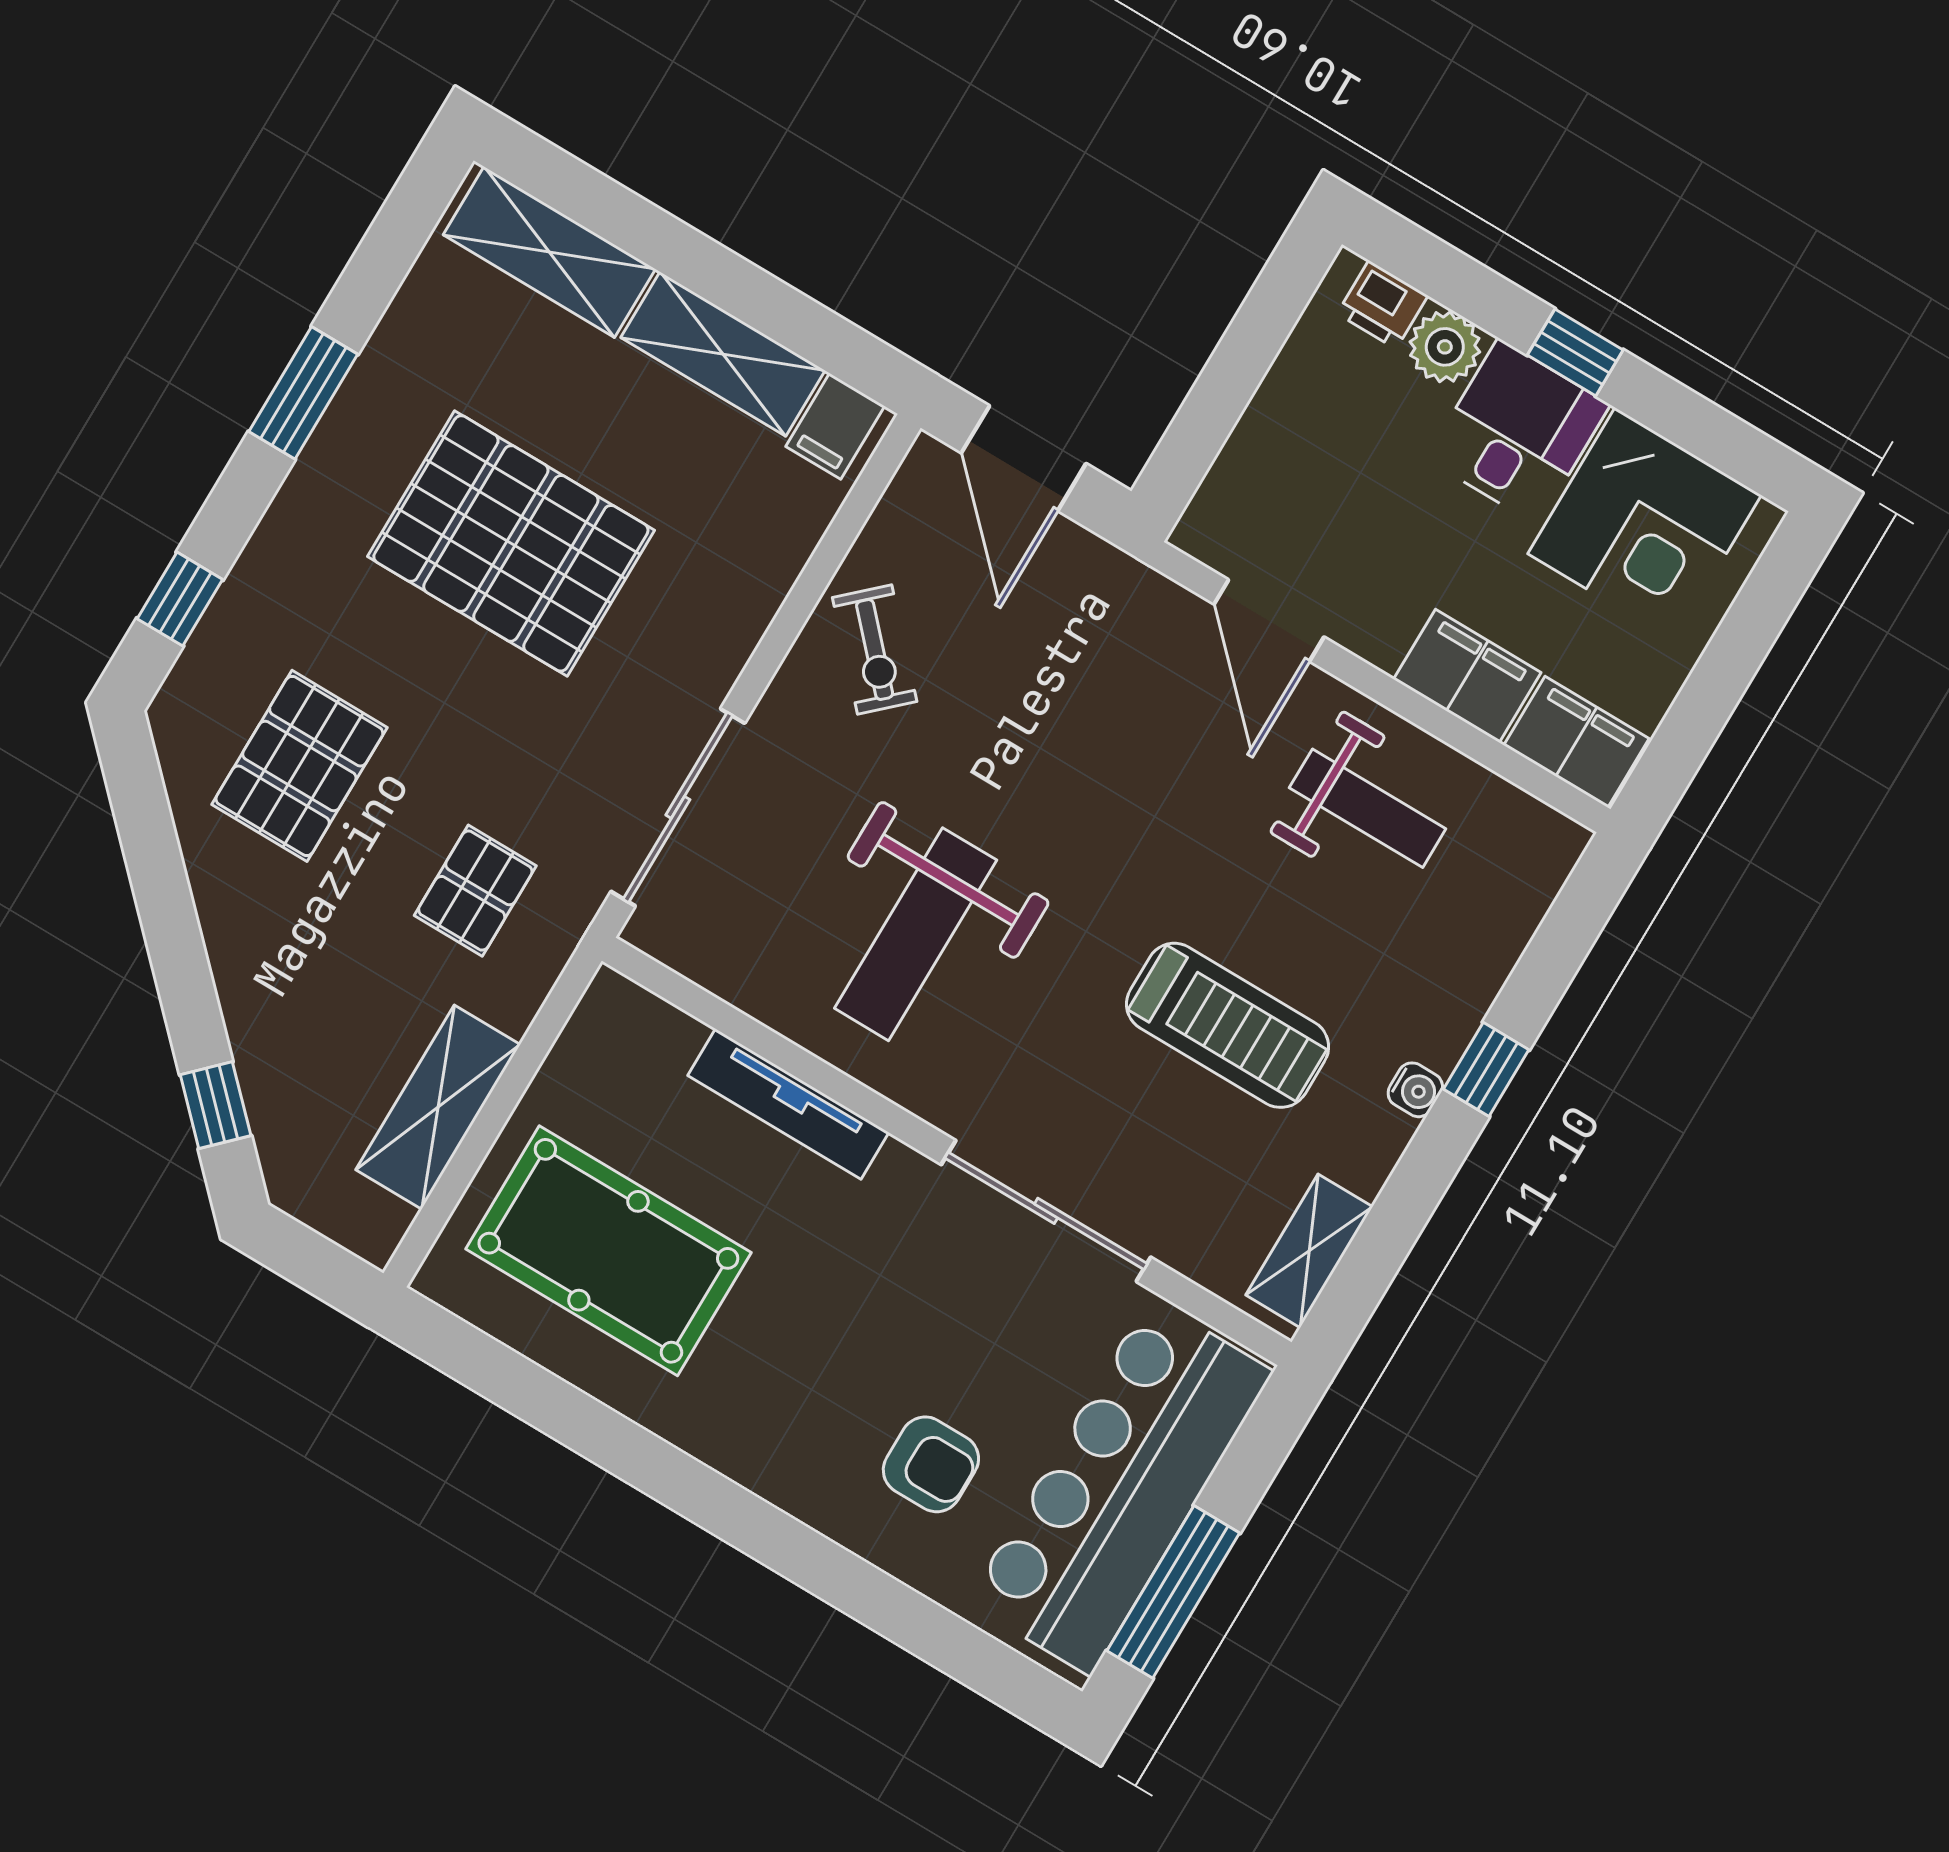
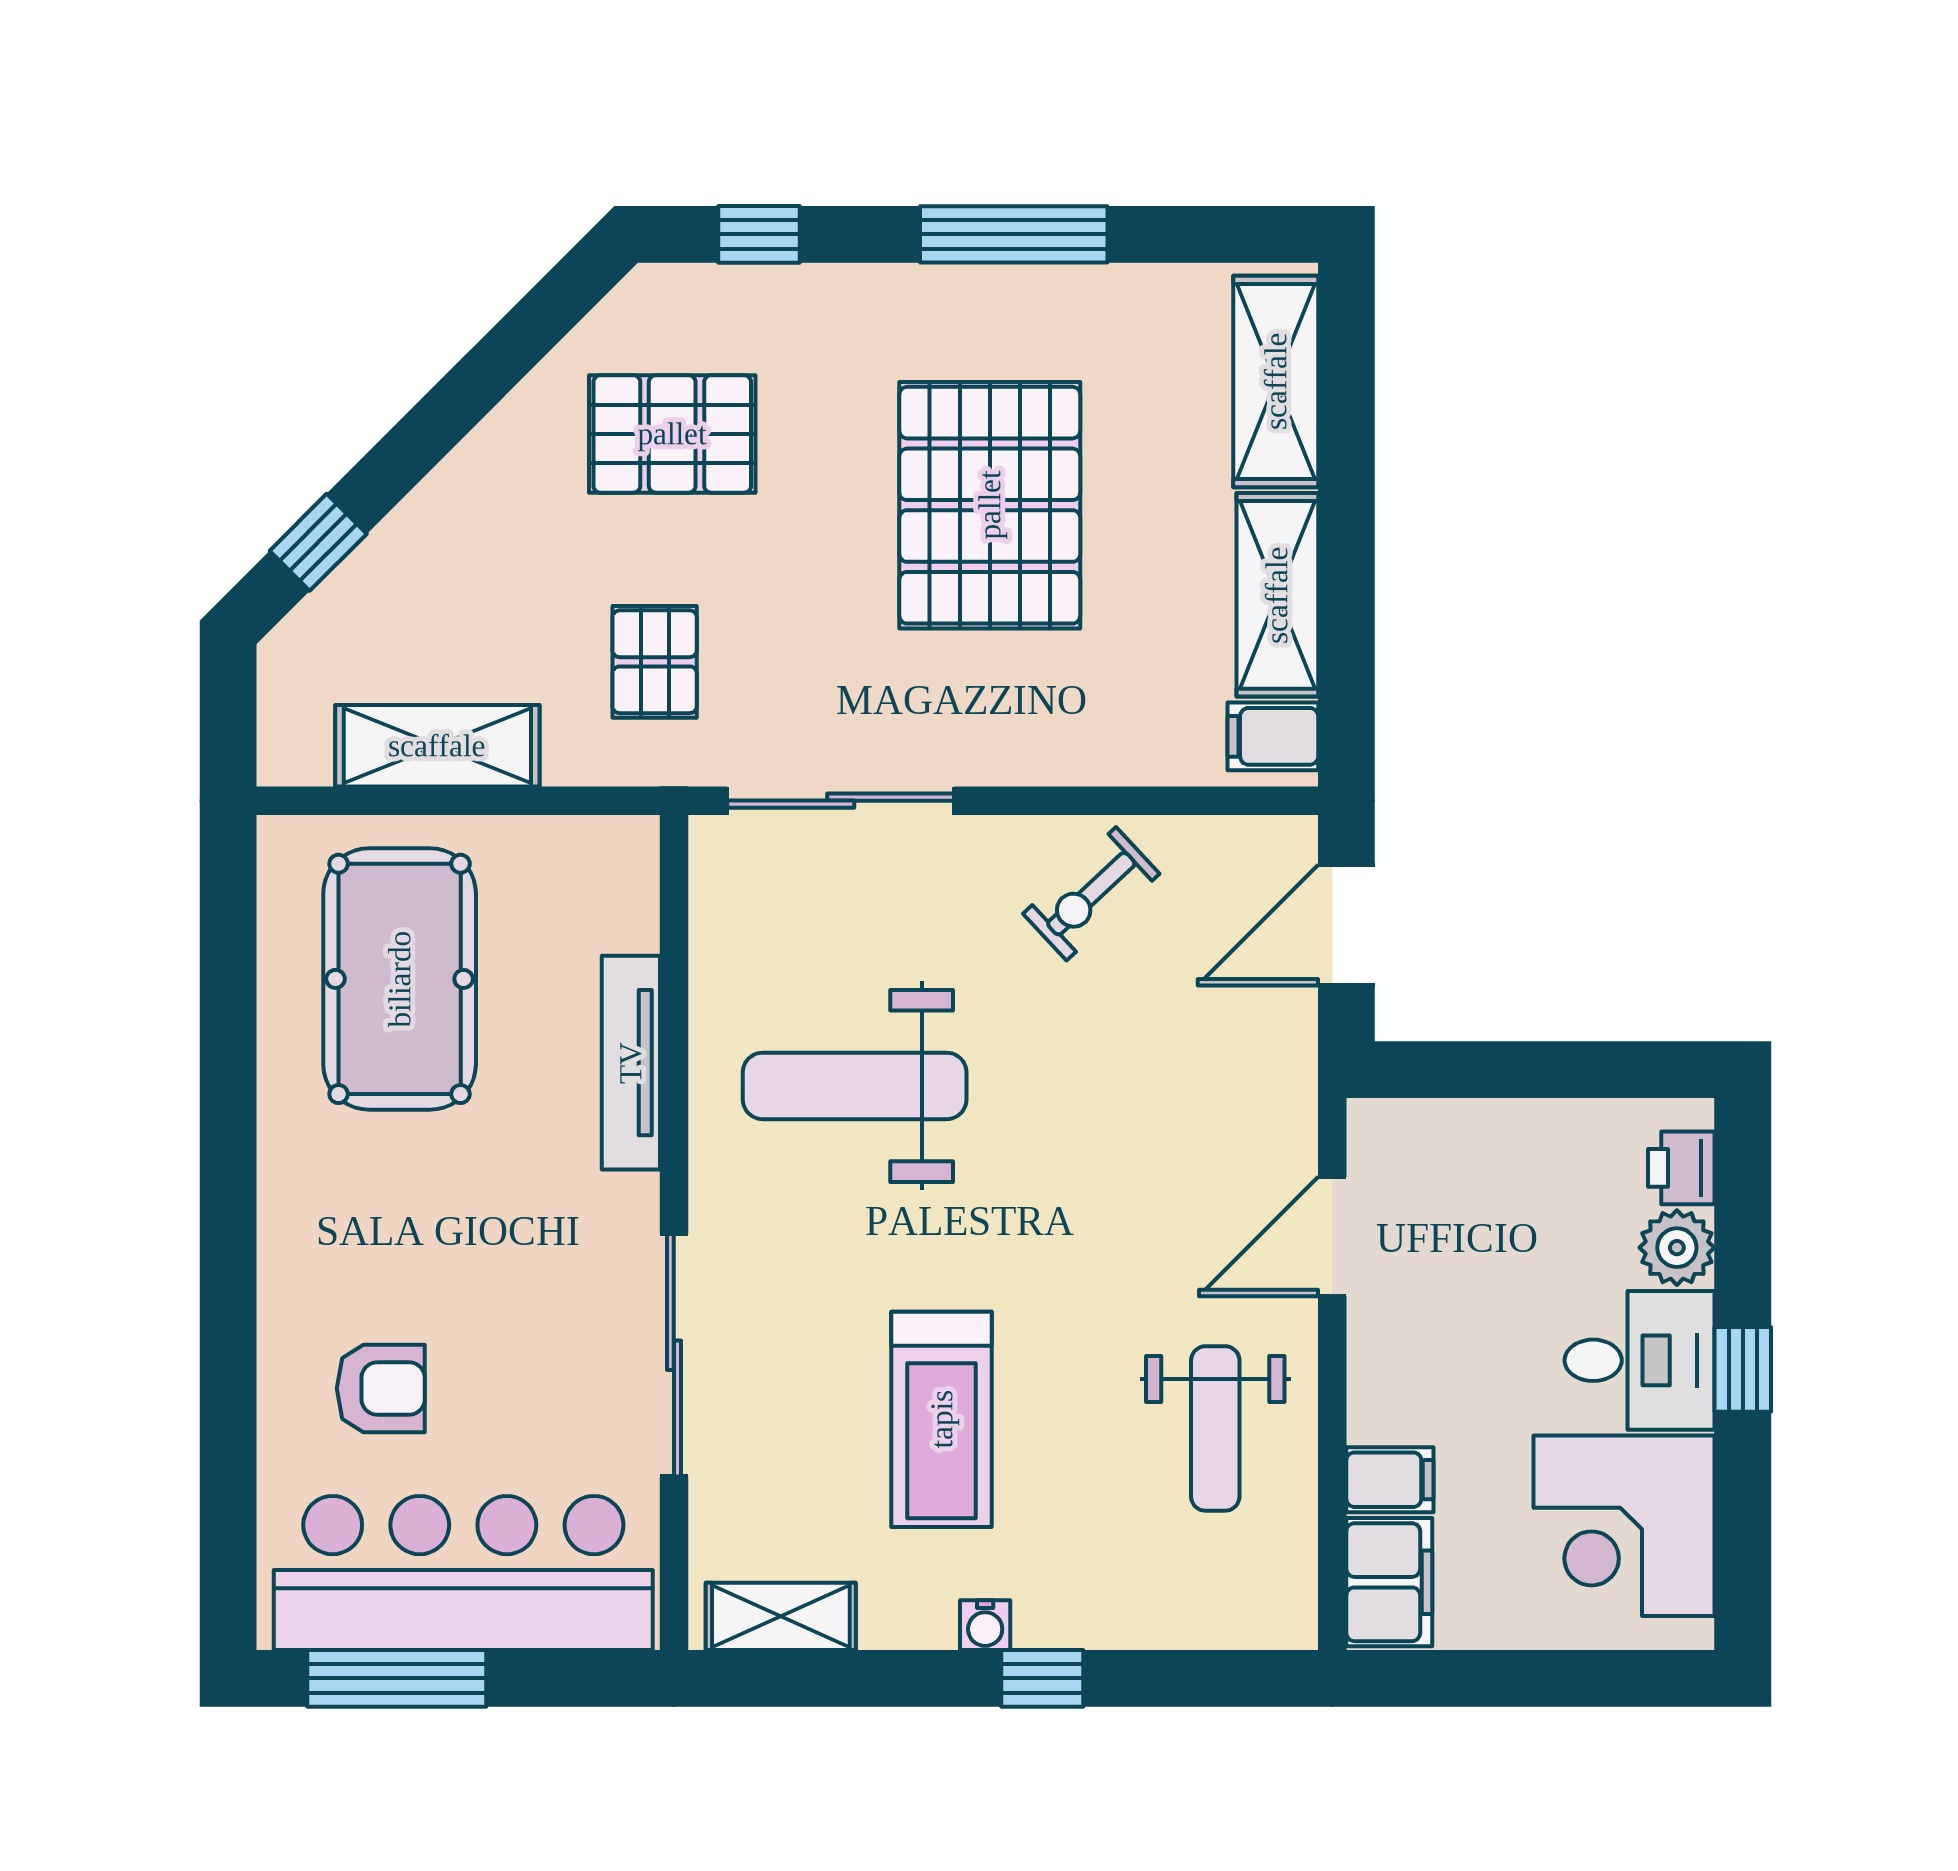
window: (303, 393) -> (1014, 234), width x1.44
filing cabinet: (1467, 676) -> (1390, 1480), width x0.50
pallet: (475, 891) -> (655, 662), turned 90
armchair: (931, 1464) -> (381, 1388), turned -90

